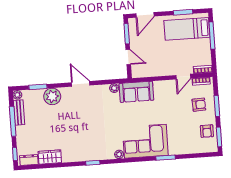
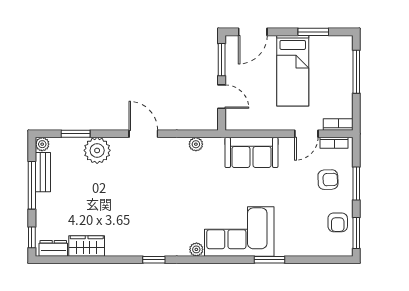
bed: (187, 29) -> (293, 71), moved, turned -90
sofa: (136, 92) -> (251, 152), moved

